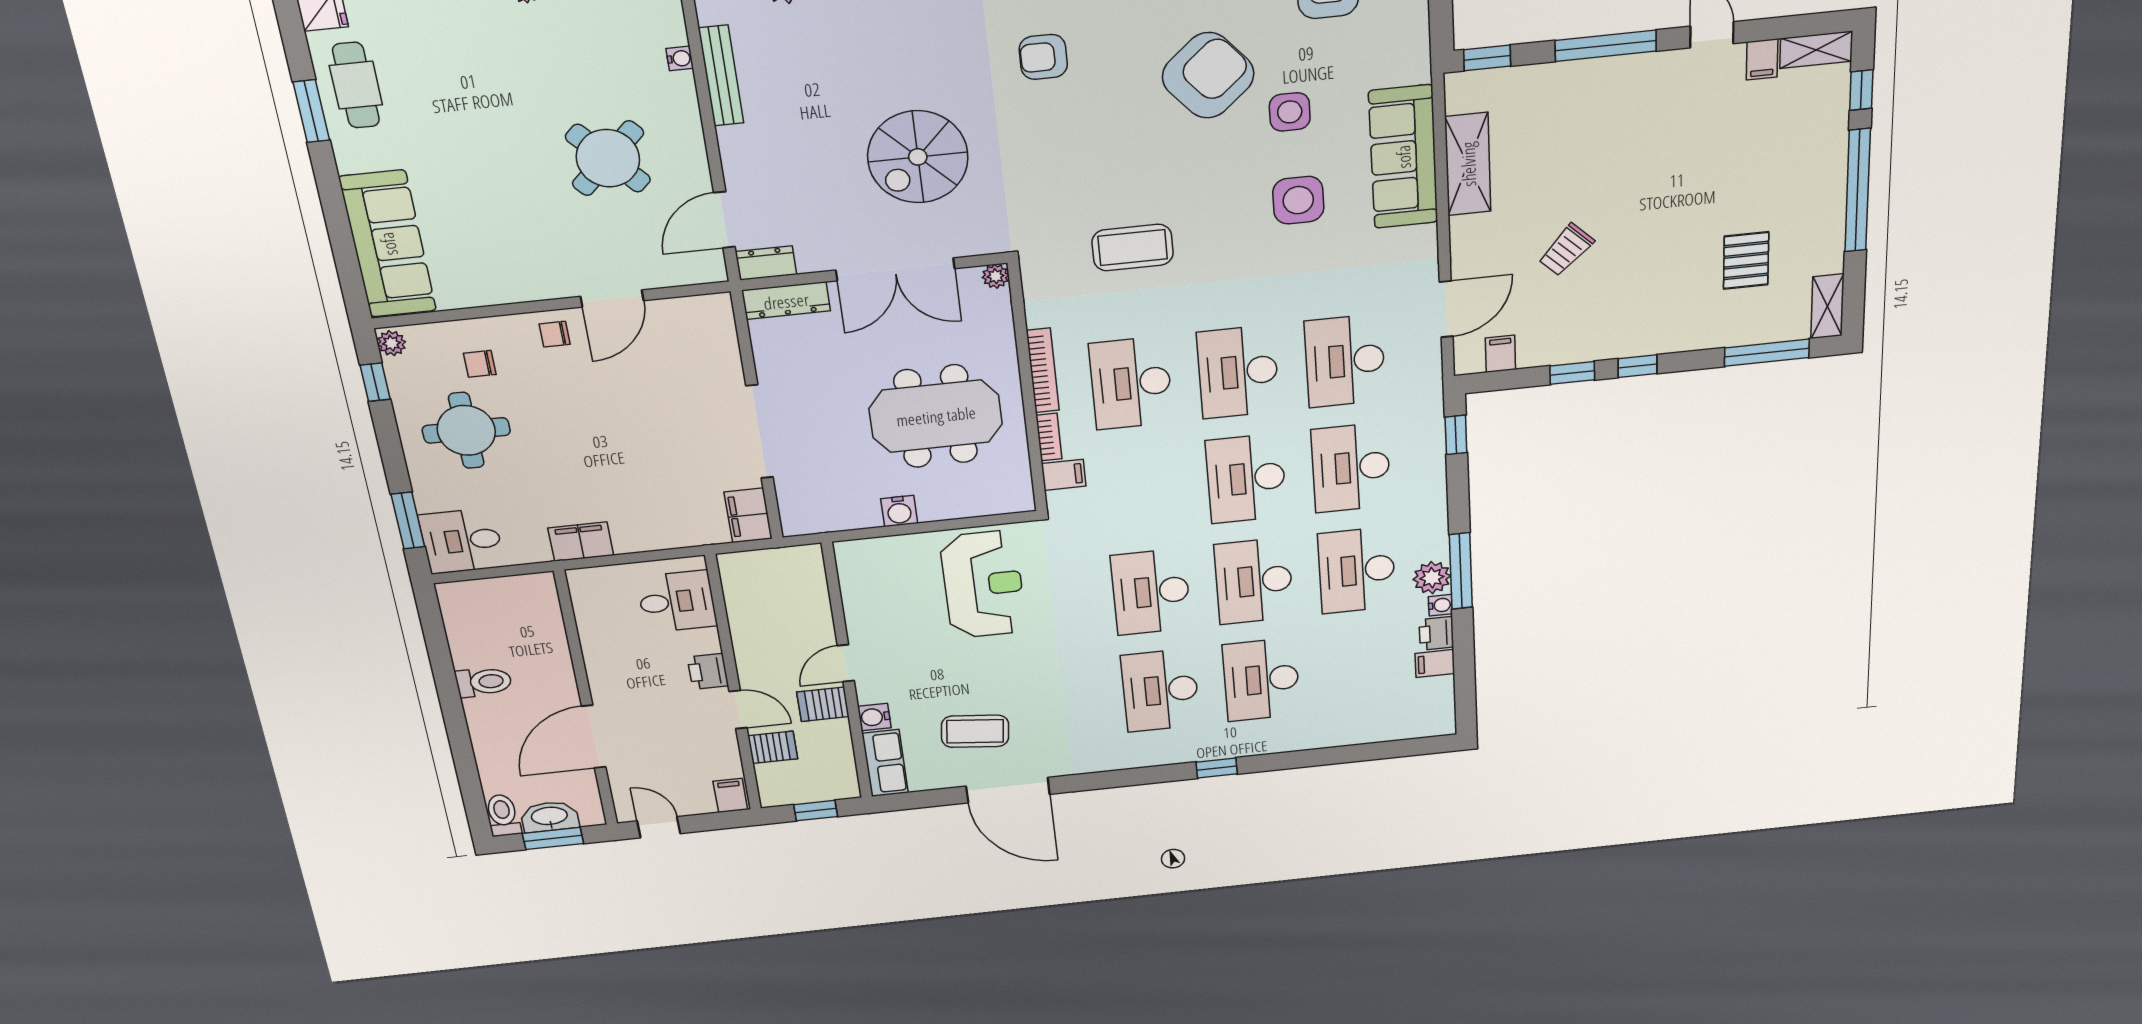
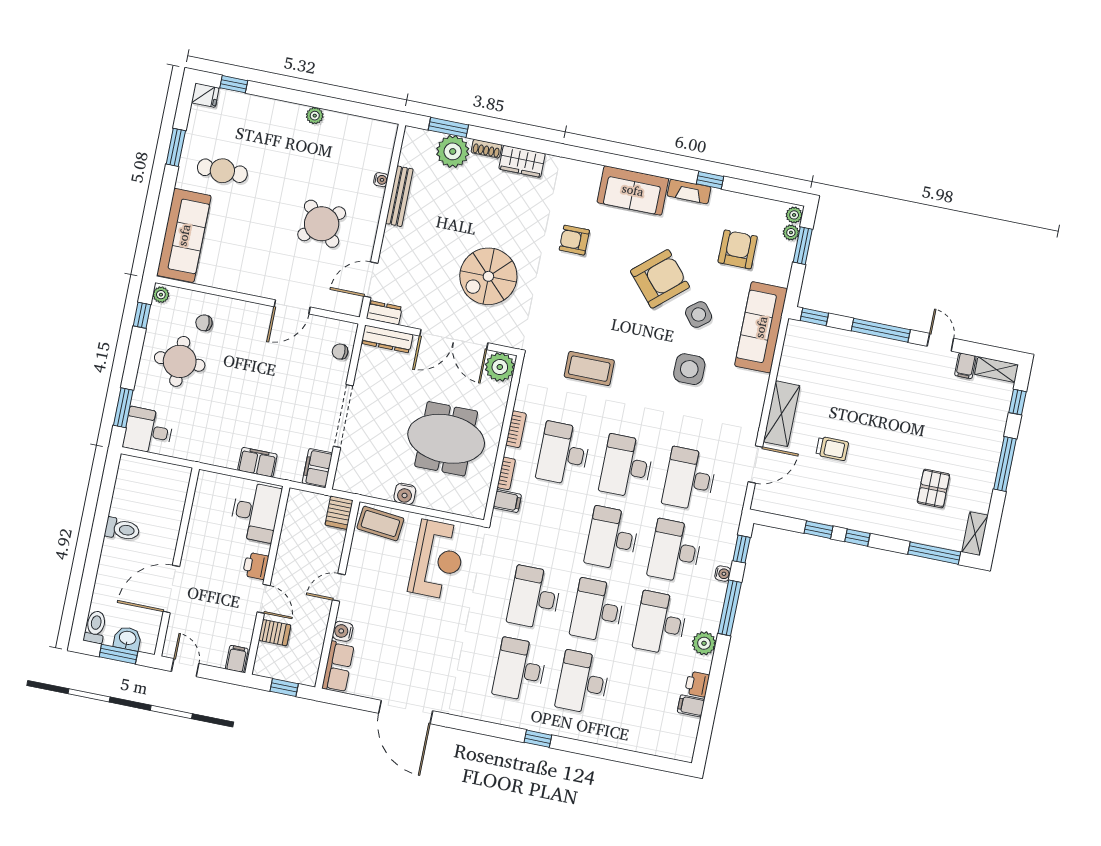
cafe table: (356, 85) -> (222, 171), moved, turned 90
side table: (1290, 112) -> (699, 314), turned -38
sofa: (1403, 157) -> (761, 327), moved
shelving: (1468, 164) -> (782, 414), moved
window: (1858, 190) -> (1005, 464), width x0.68
trolley: (1566, 250) -> (832, 449), turned -134
plant: (996, 276) -> (500, 367), width x1.88, depth x1.88
chair: (555, 334) -> (340, 352), moved
filing cabinet: (1500, 354) -> (780, 504), removed
bookcase: (1043, 371) -> (516, 429), width x0.64
filing cabinet: (581, 542) -> (257, 462), moved
window: (1461, 571) -> (730, 608), moved
desk: (677, 601) -> (255, 512), width x1.37
water cooler: (1440, 605) -> (723, 574), moved
server rack: (823, 704) -> (339, 513), moved, turned -90
coffee table: (975, 731) -> (380, 524), moved
washbasin: (549, 817) -> (128, 638), width x0.72

